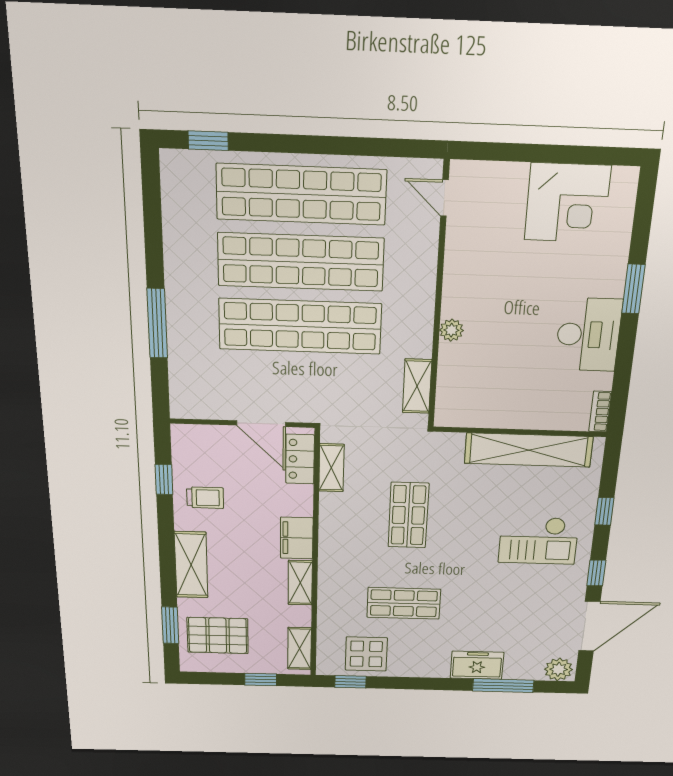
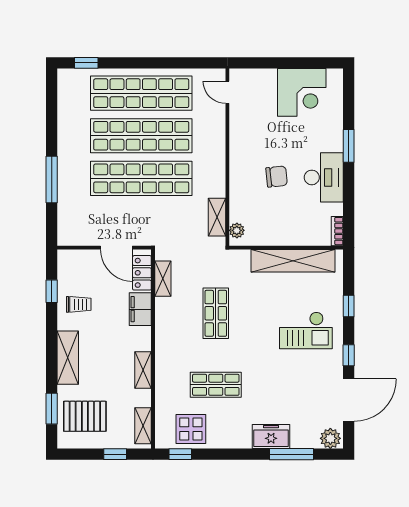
plant: (451, 330) -> (237, 230), moved
chair: (514, 331) -> (277, 177), added
filing cabinet: (297, 538) -> (140, 309), moved

